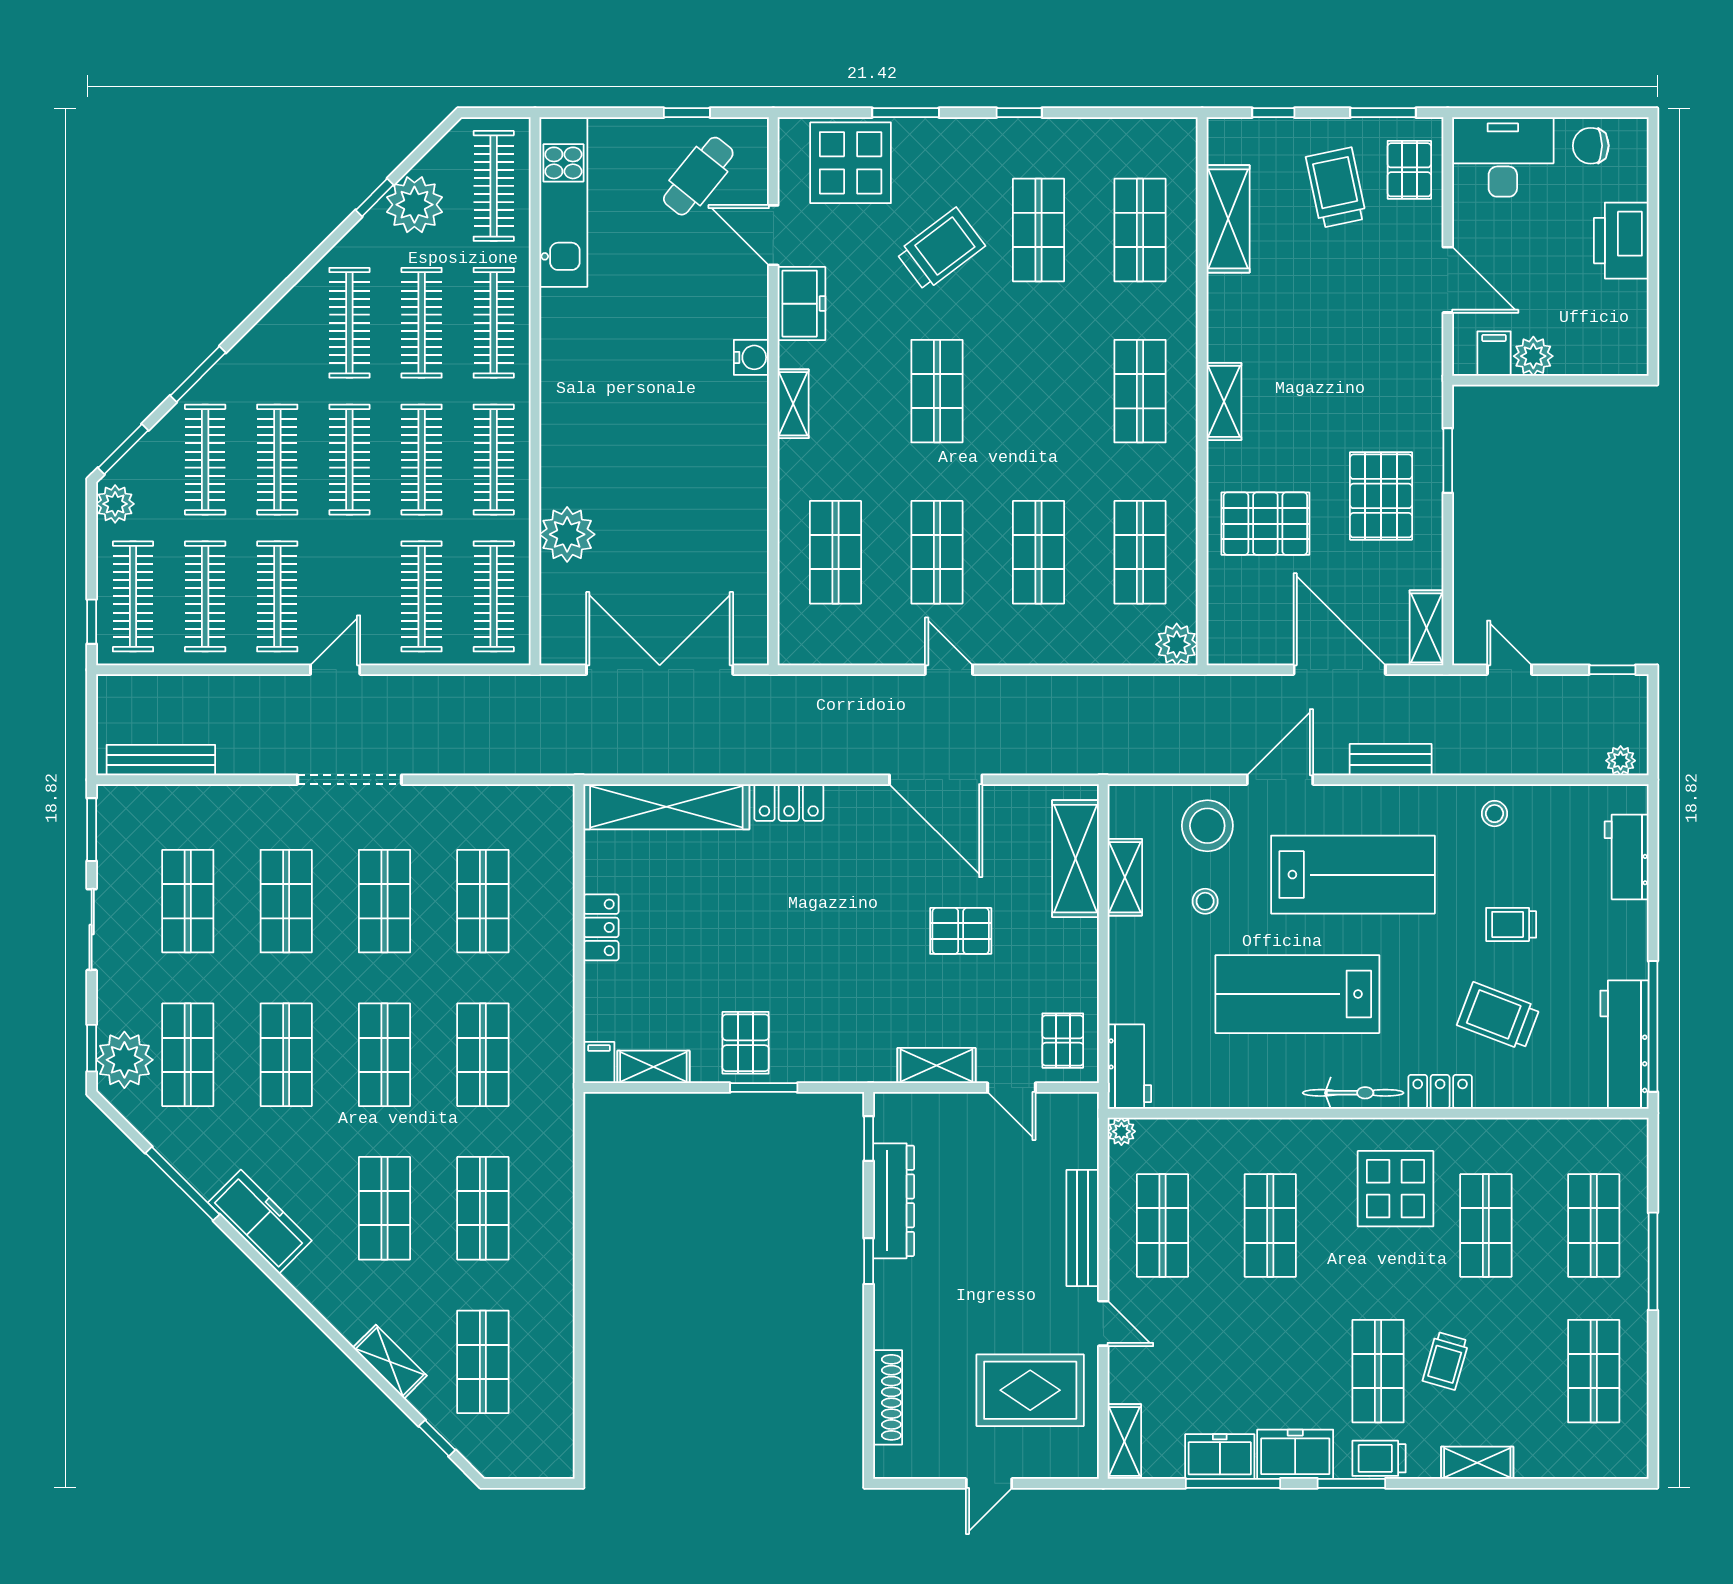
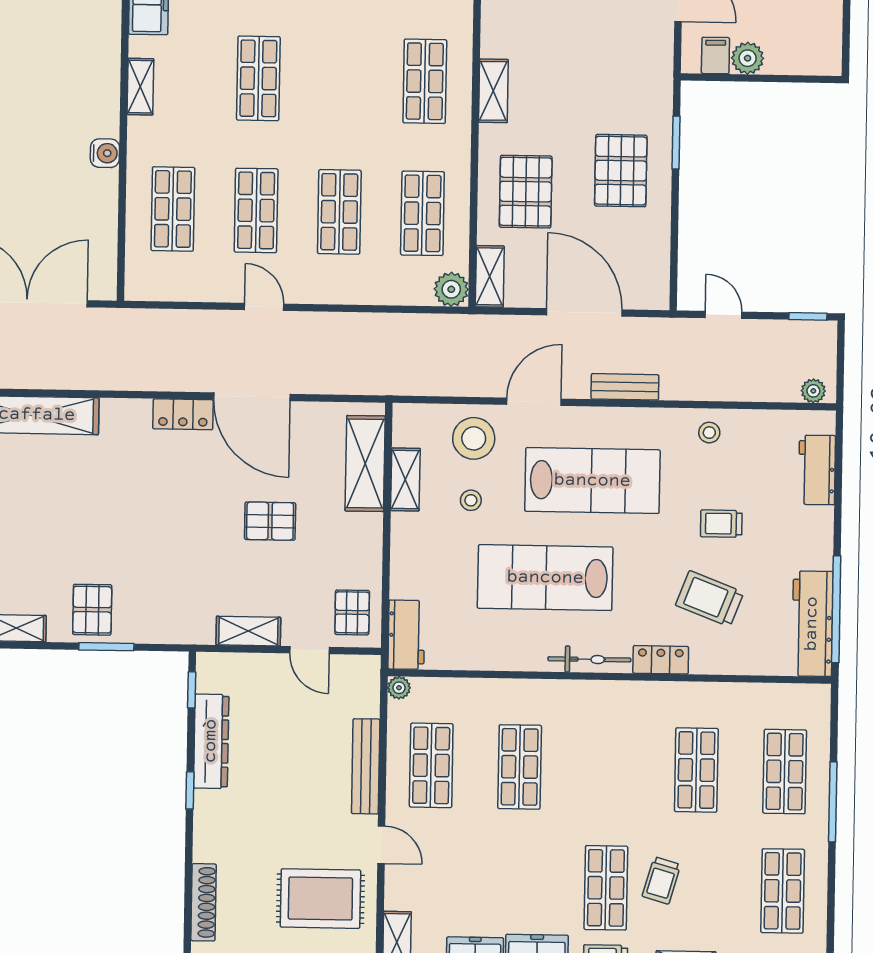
water cooler: (751, 357) -> (105, 153), moved
pallet: (1265, 524) -> (526, 192), turned 90
shelving: (1426, 628) -> (490, 276), moved
locker: (789, 803) -> (183, 414), moved
display table: (1396, 1189) -> (623, 739), removed

